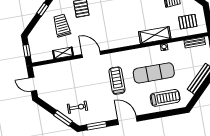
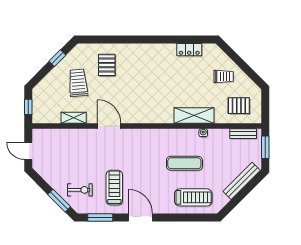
exercise mat: (154, 73) -> (184, 163), width x0.73, depth x0.69
treadmill: (117, 81) -> (114, 188), moved

